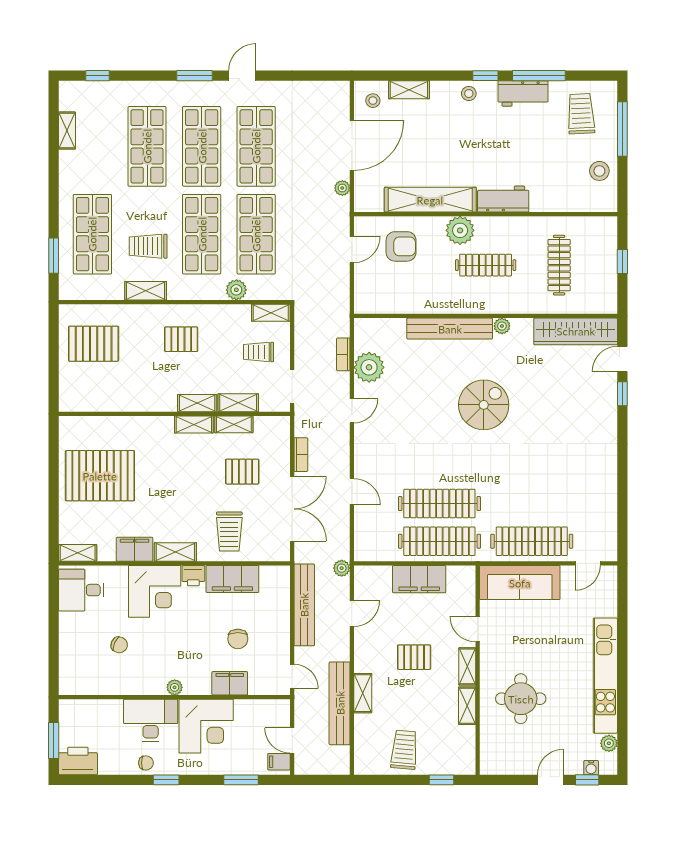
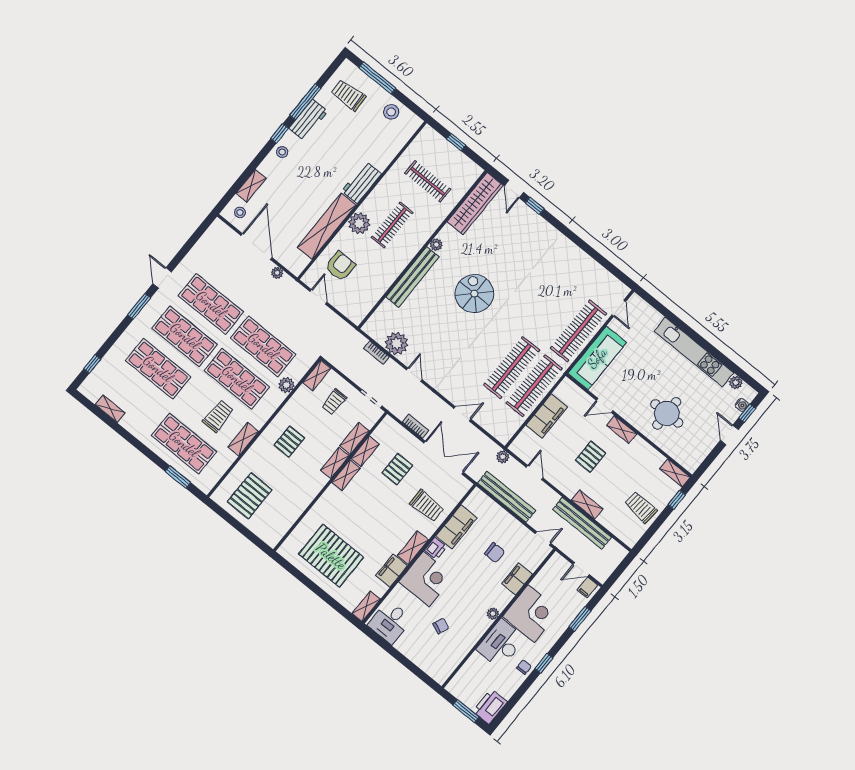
trolley: (148, 246) -> (218, 416), turned 180
pallet: (100, 476) -> (331, 556), turned 90
shelving: (467, 706) -> (675, 473), moved

